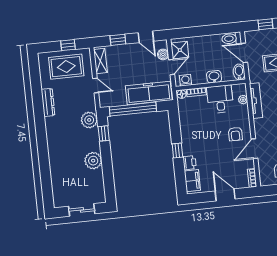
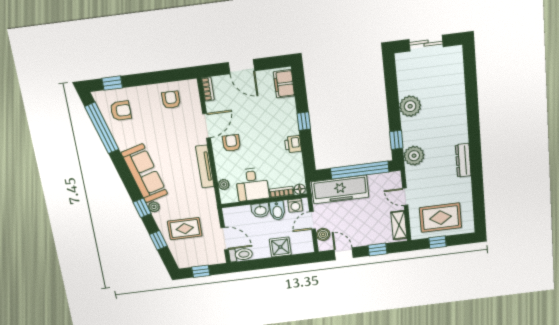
shower: (180, 50) -> (280, 247), moved
bidet: (239, 72) -> (277, 211), moved
tv unit: (256, 101) -> (205, 166), moved
dresser: (48, 102) -> (463, 160), moved
printer: (190, 163) -> (293, 144), moved

